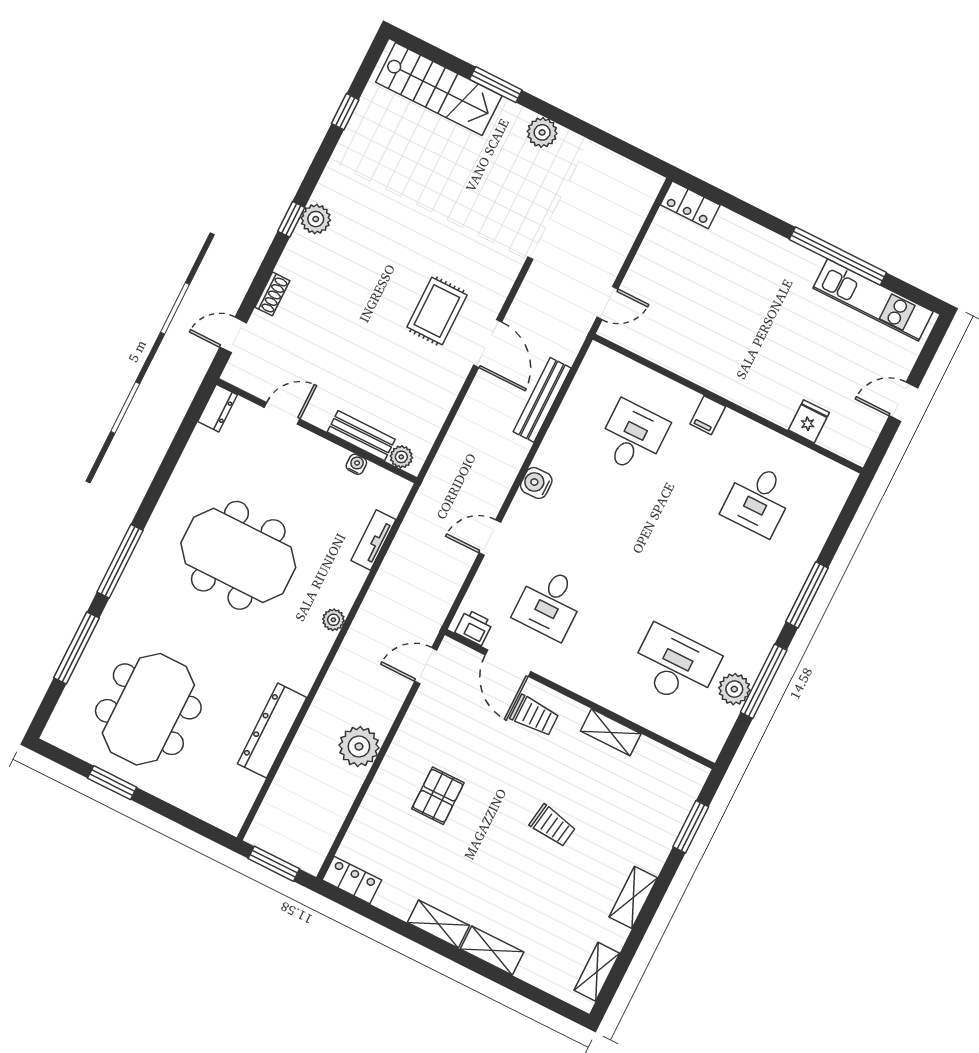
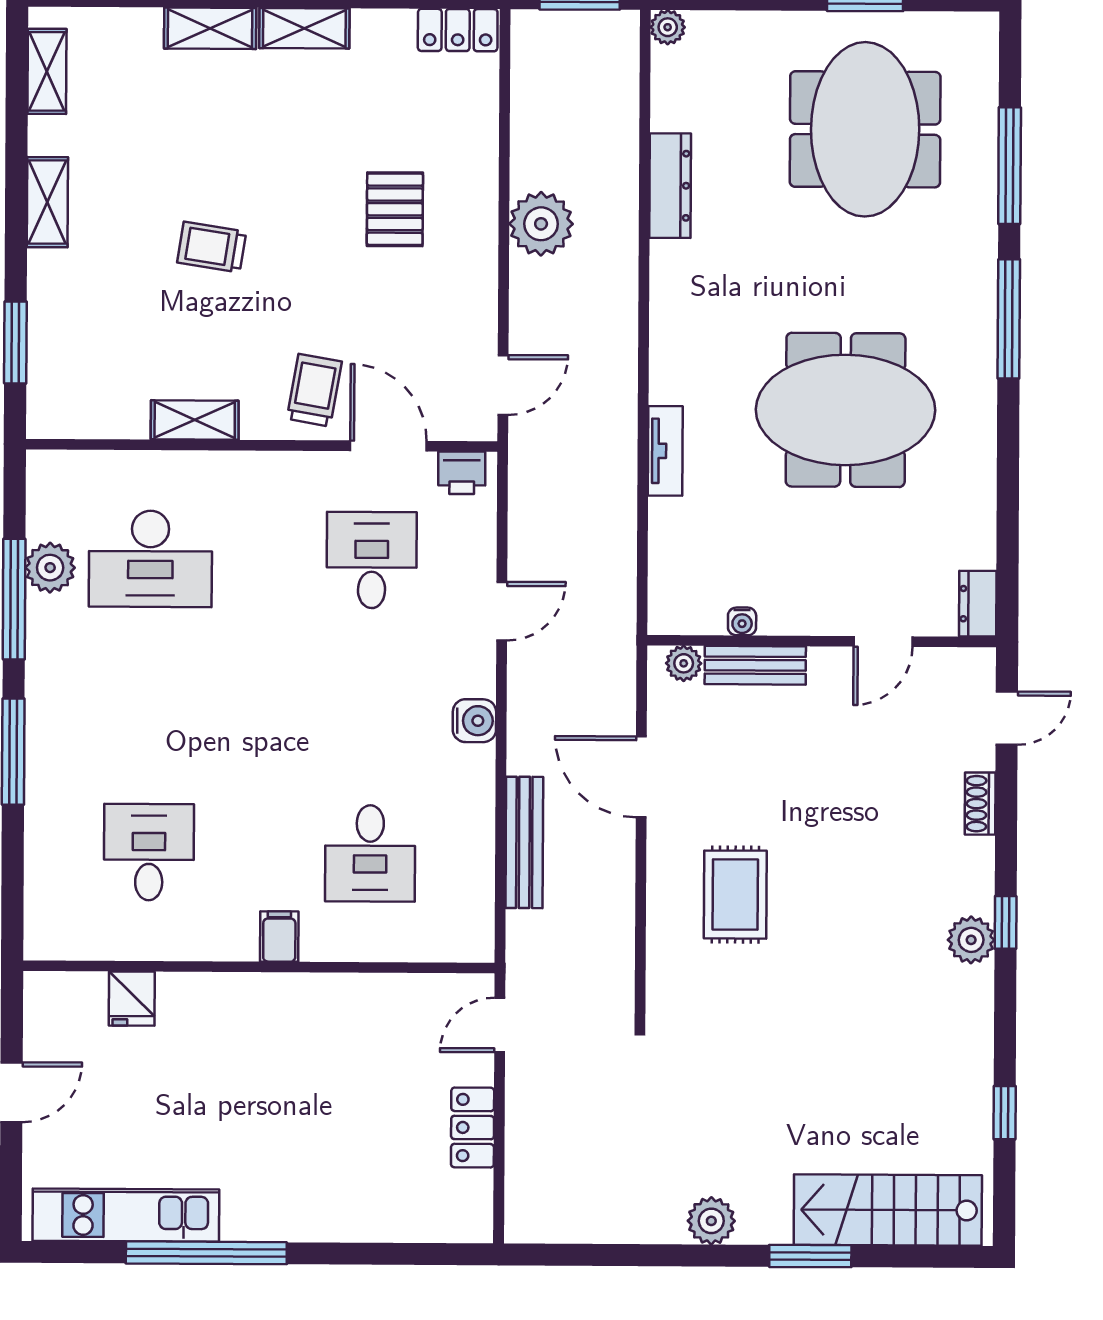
locker: (690, 205) -> (473, 1128), moved, turned -90
door: (488, 343) -> (641, 777), moved
tv unit: (373, 540) -> (665, 451), moved
plant: (333, 620) -> (668, 27), moved
trolley: (534, 716) -> (314, 390), turned 100
dresser: (272, 731) -> (670, 186), width x0.73, depth x0.80

